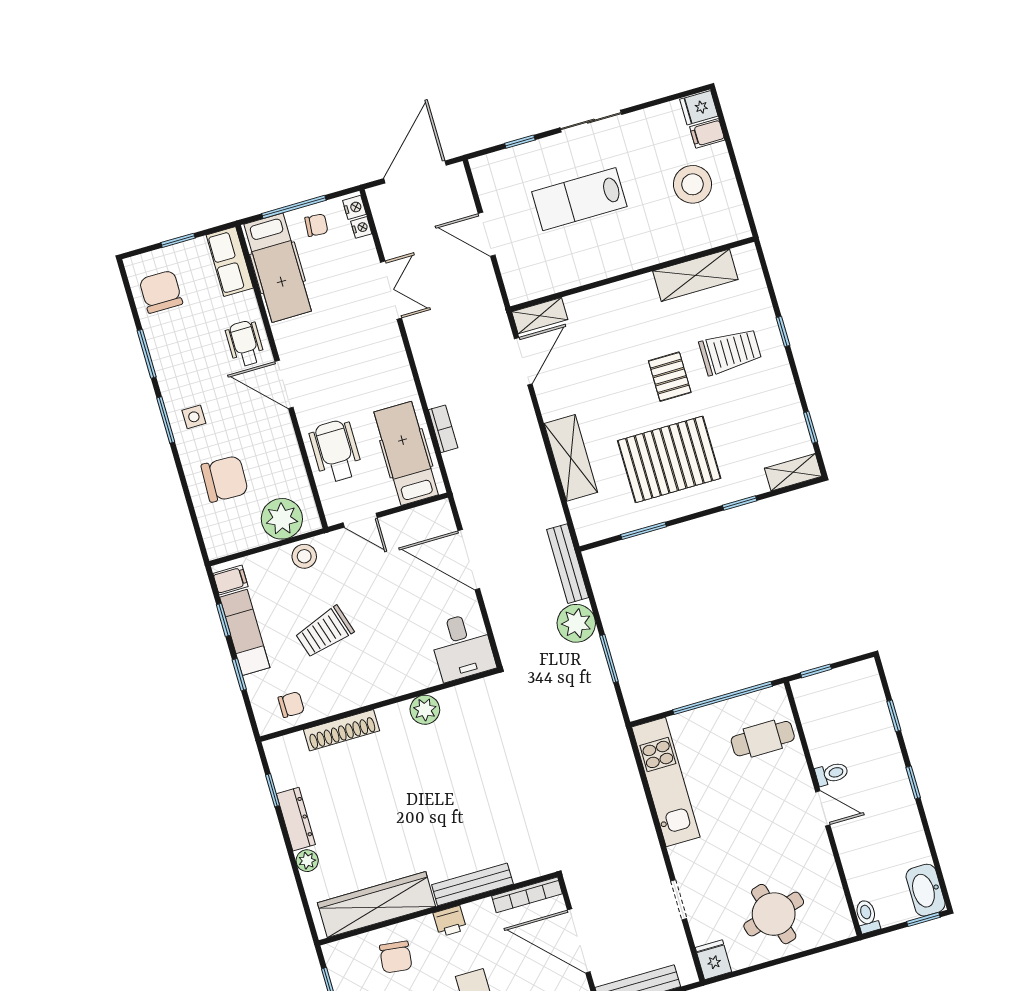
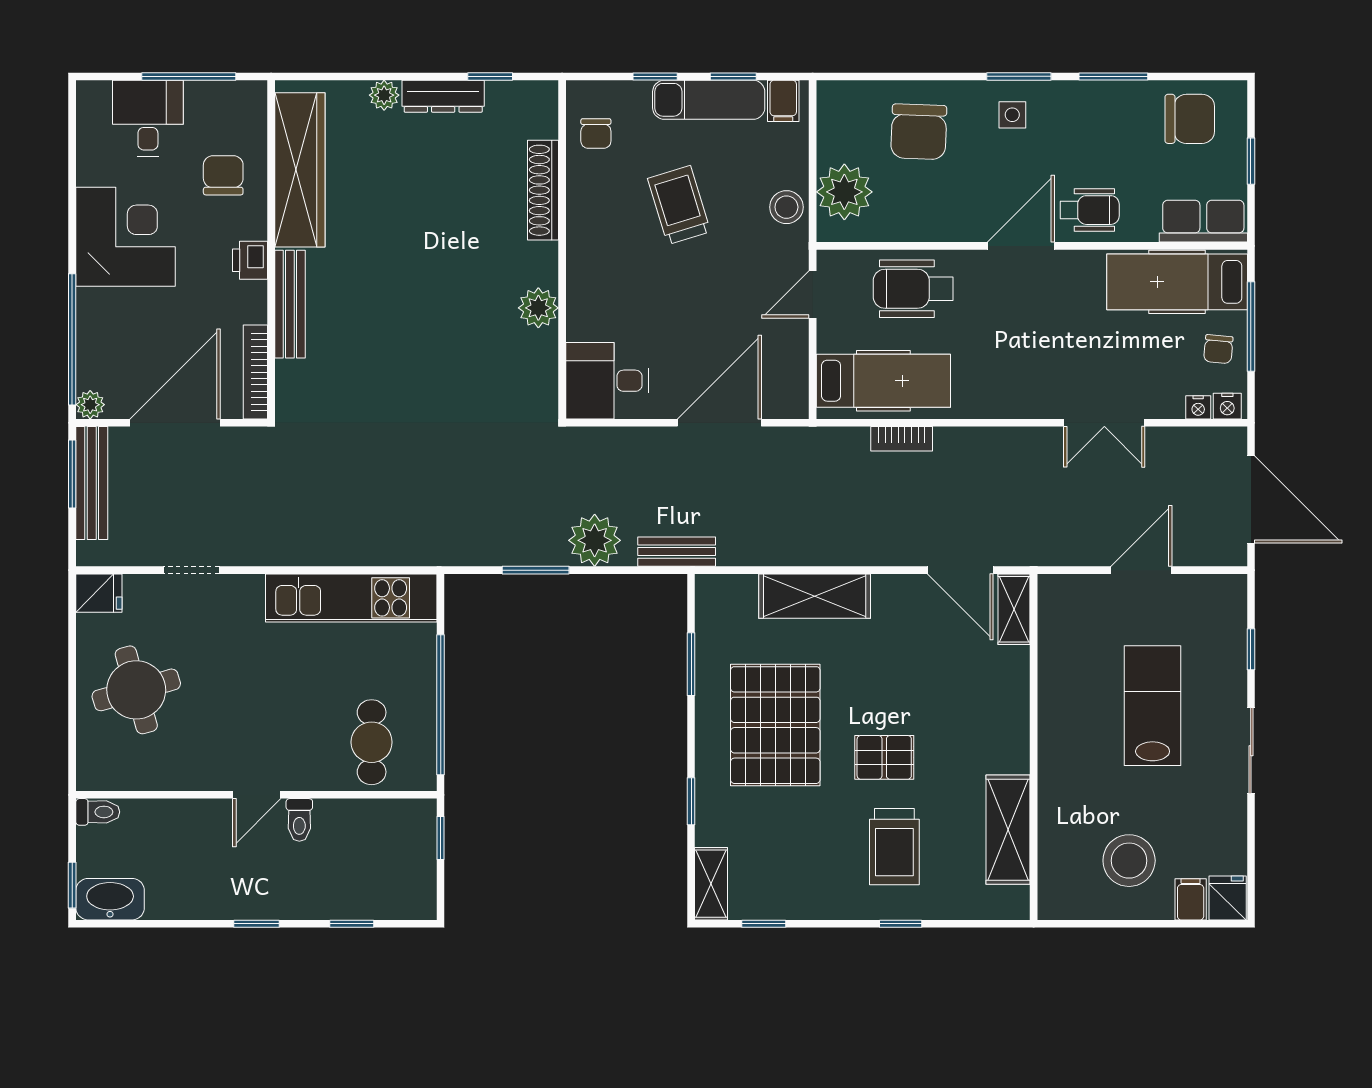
wheelchair: (336, 451) -> (913, 289), turned 180
bench: (568, 564) -> (677, 552), width x0.73
chair: (396, 957) -> (223, 175), turned 83

